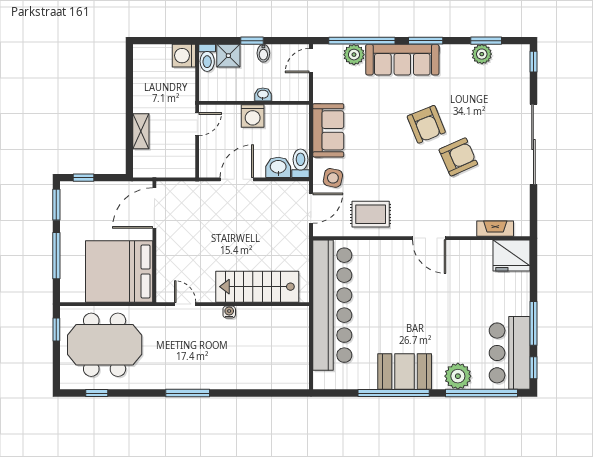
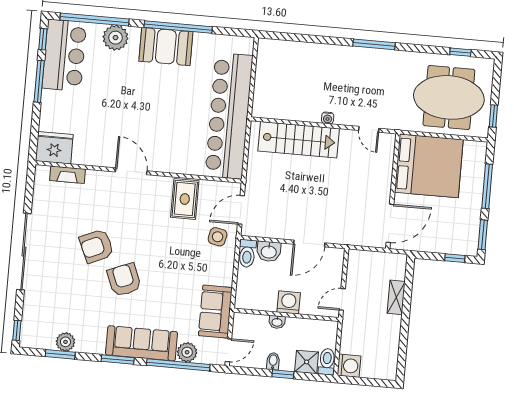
sofa: (328, 130) -> (215, 312), moved
rug: (371, 214) -> (185, 199), turned 90

